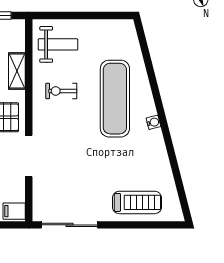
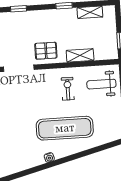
weight bench: (58, 44) -> (101, 84), turned 90

